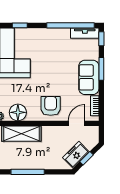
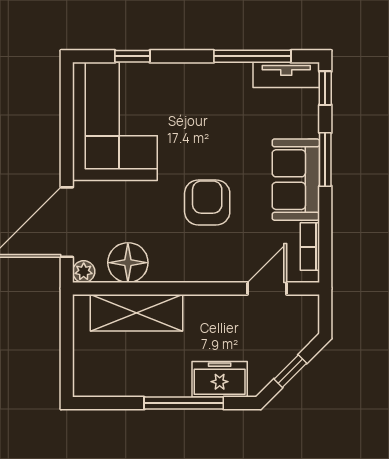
window: (70, 25) -> (252, 56), width x0.68
armchair: (51, 106) -> (207, 202), moved
freezer: (76, 155) -> (220, 379), moved, turned 45
window: (28, 172) -> (184, 403), moved

